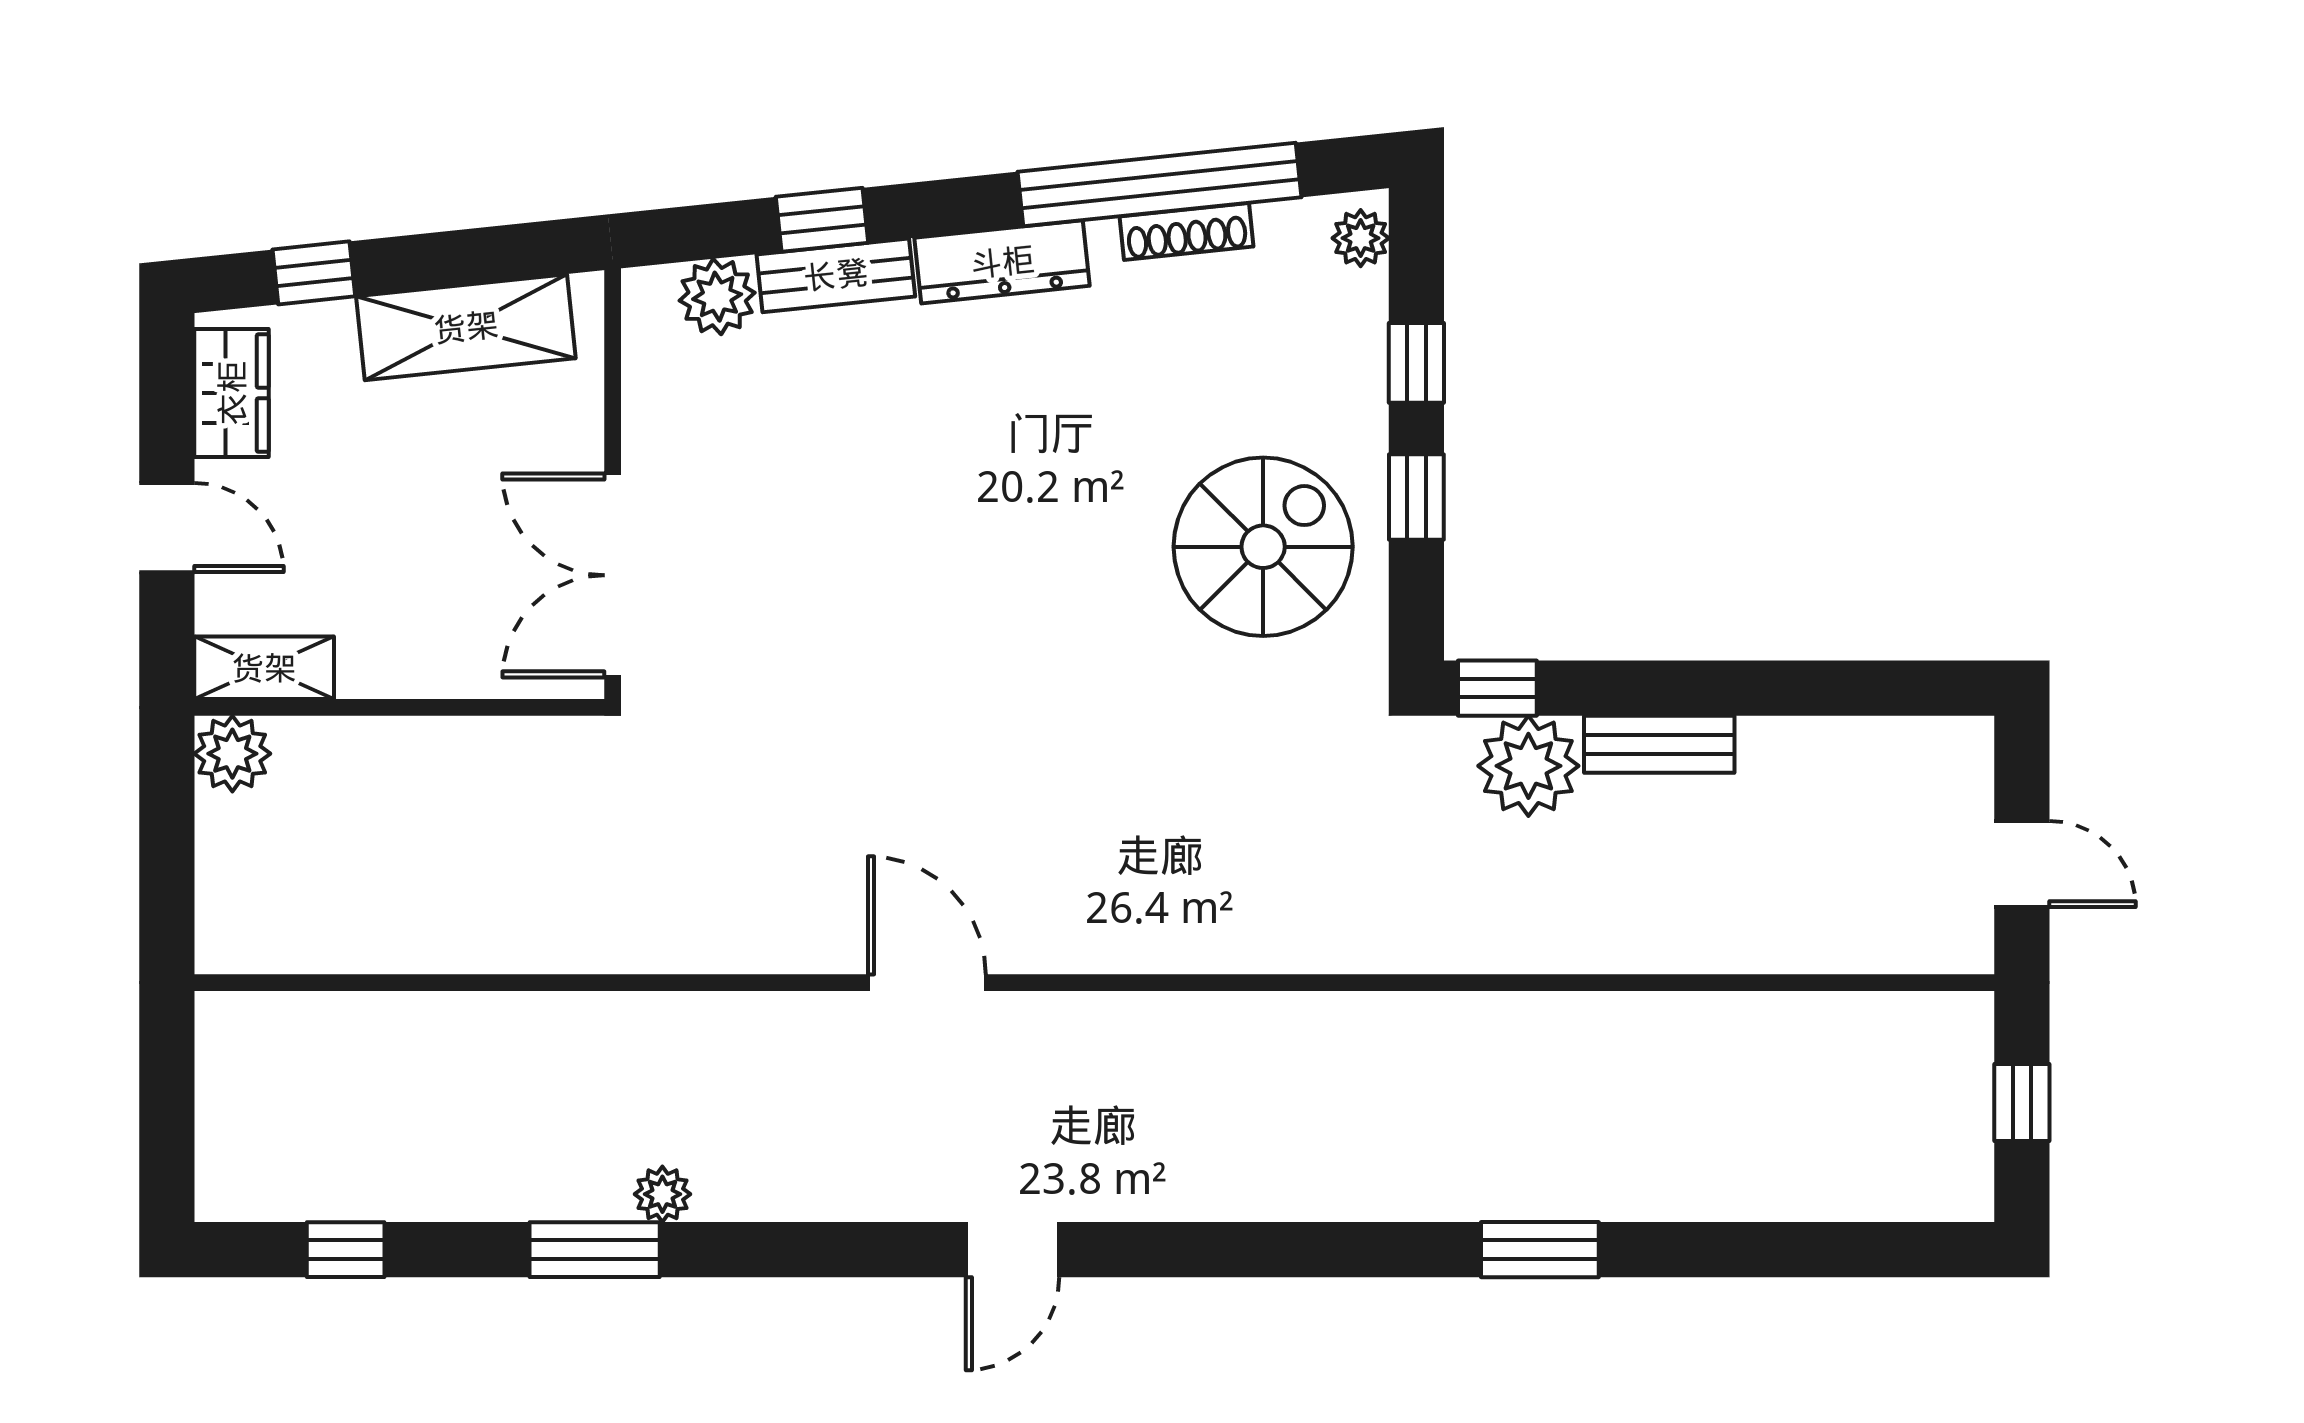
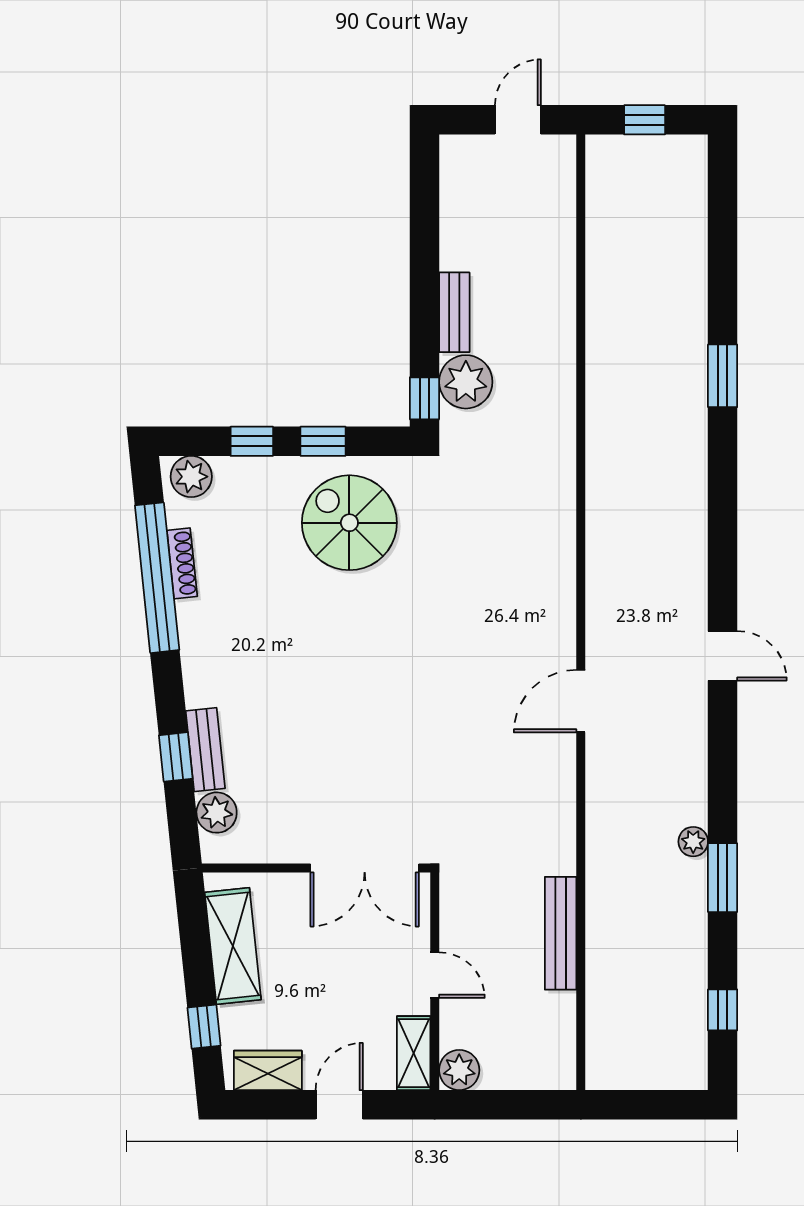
plant: (1361, 238) -> (191, 477), width x1.38, depth x1.38
dresser: (1002, 262) -> (198, 661), removed
door: (411, 707) -> (435, 975), added
bench: (490, 945) -> (561, 933), added

